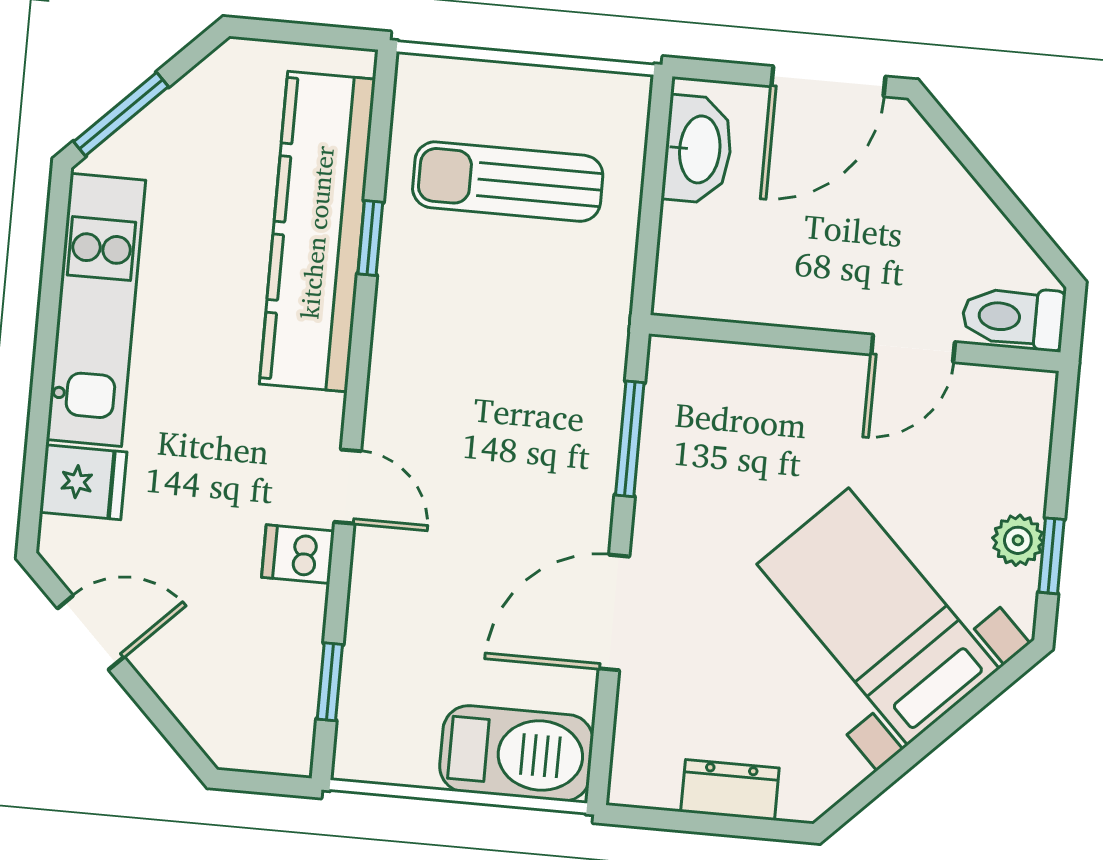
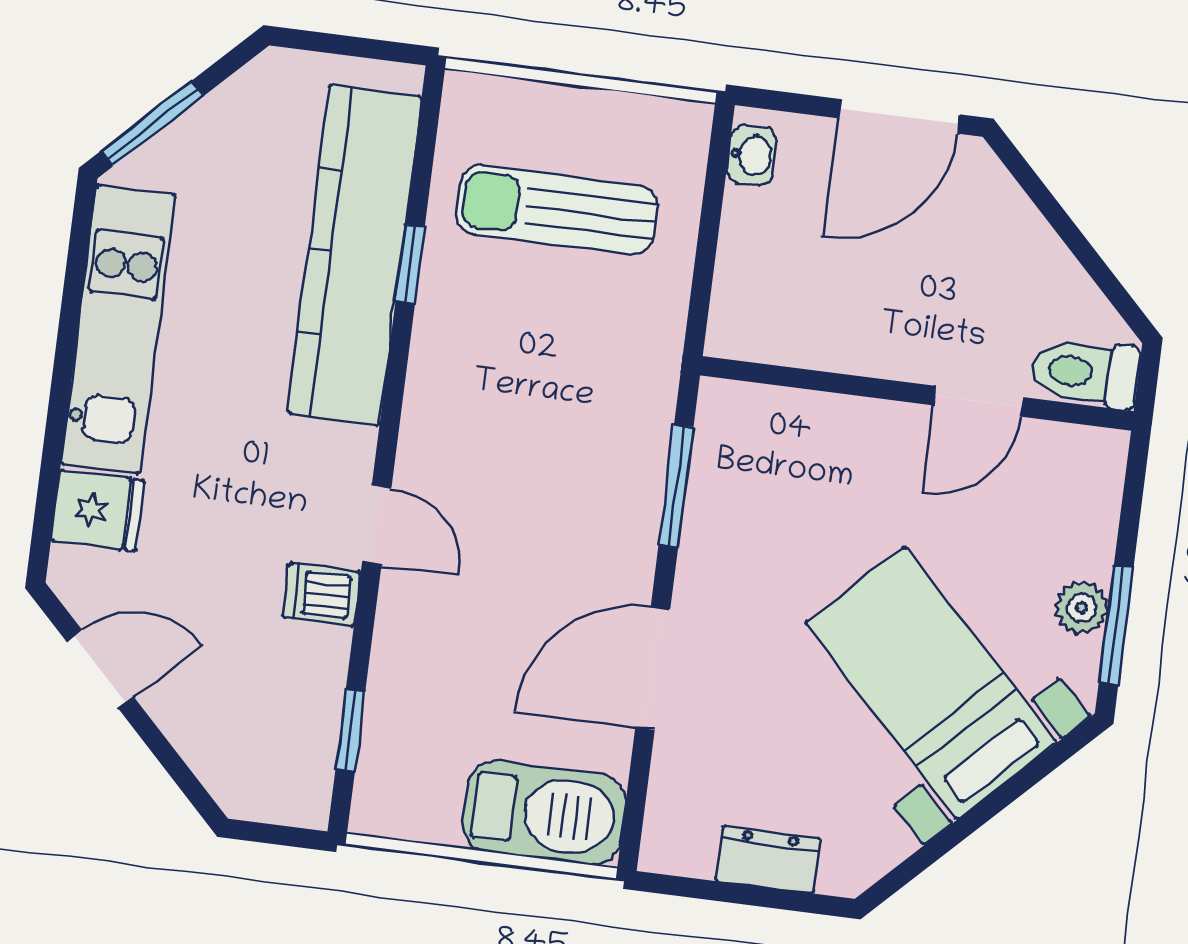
washbasin: (698, 149) -> (752, 155), width x0.52, depth x0.69
window: (1051, 556) -> (1116, 625), width x1.50

